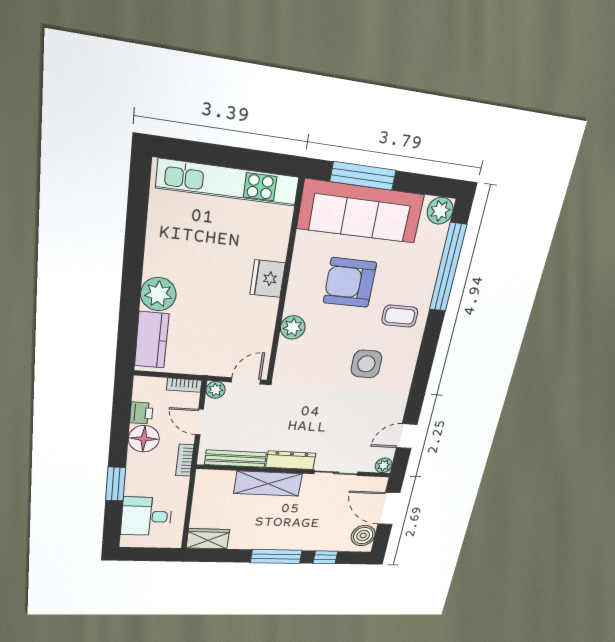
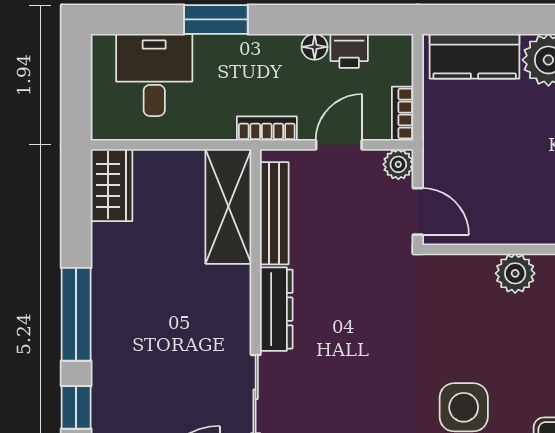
floor lamp: (144, 439) -> (315, 47), width x0.53, depth x0.53
shelving: (268, 484) -> (228, 206), moved

